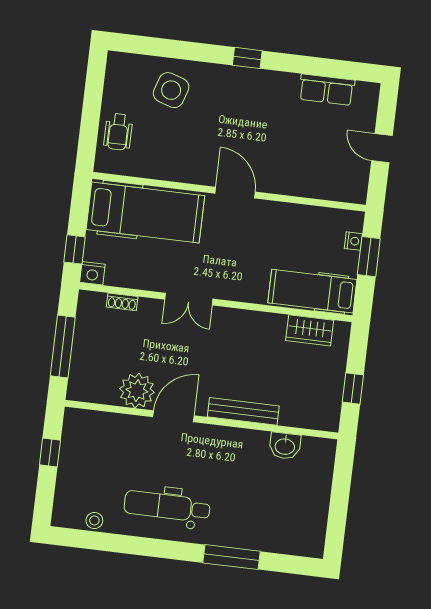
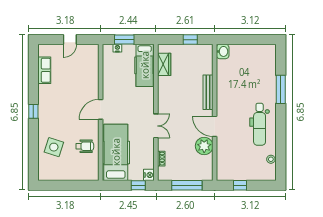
wheelchair: (118, 132) -> (85, 146), moved
washbasin: (285, 446) -> (223, 51), moved

